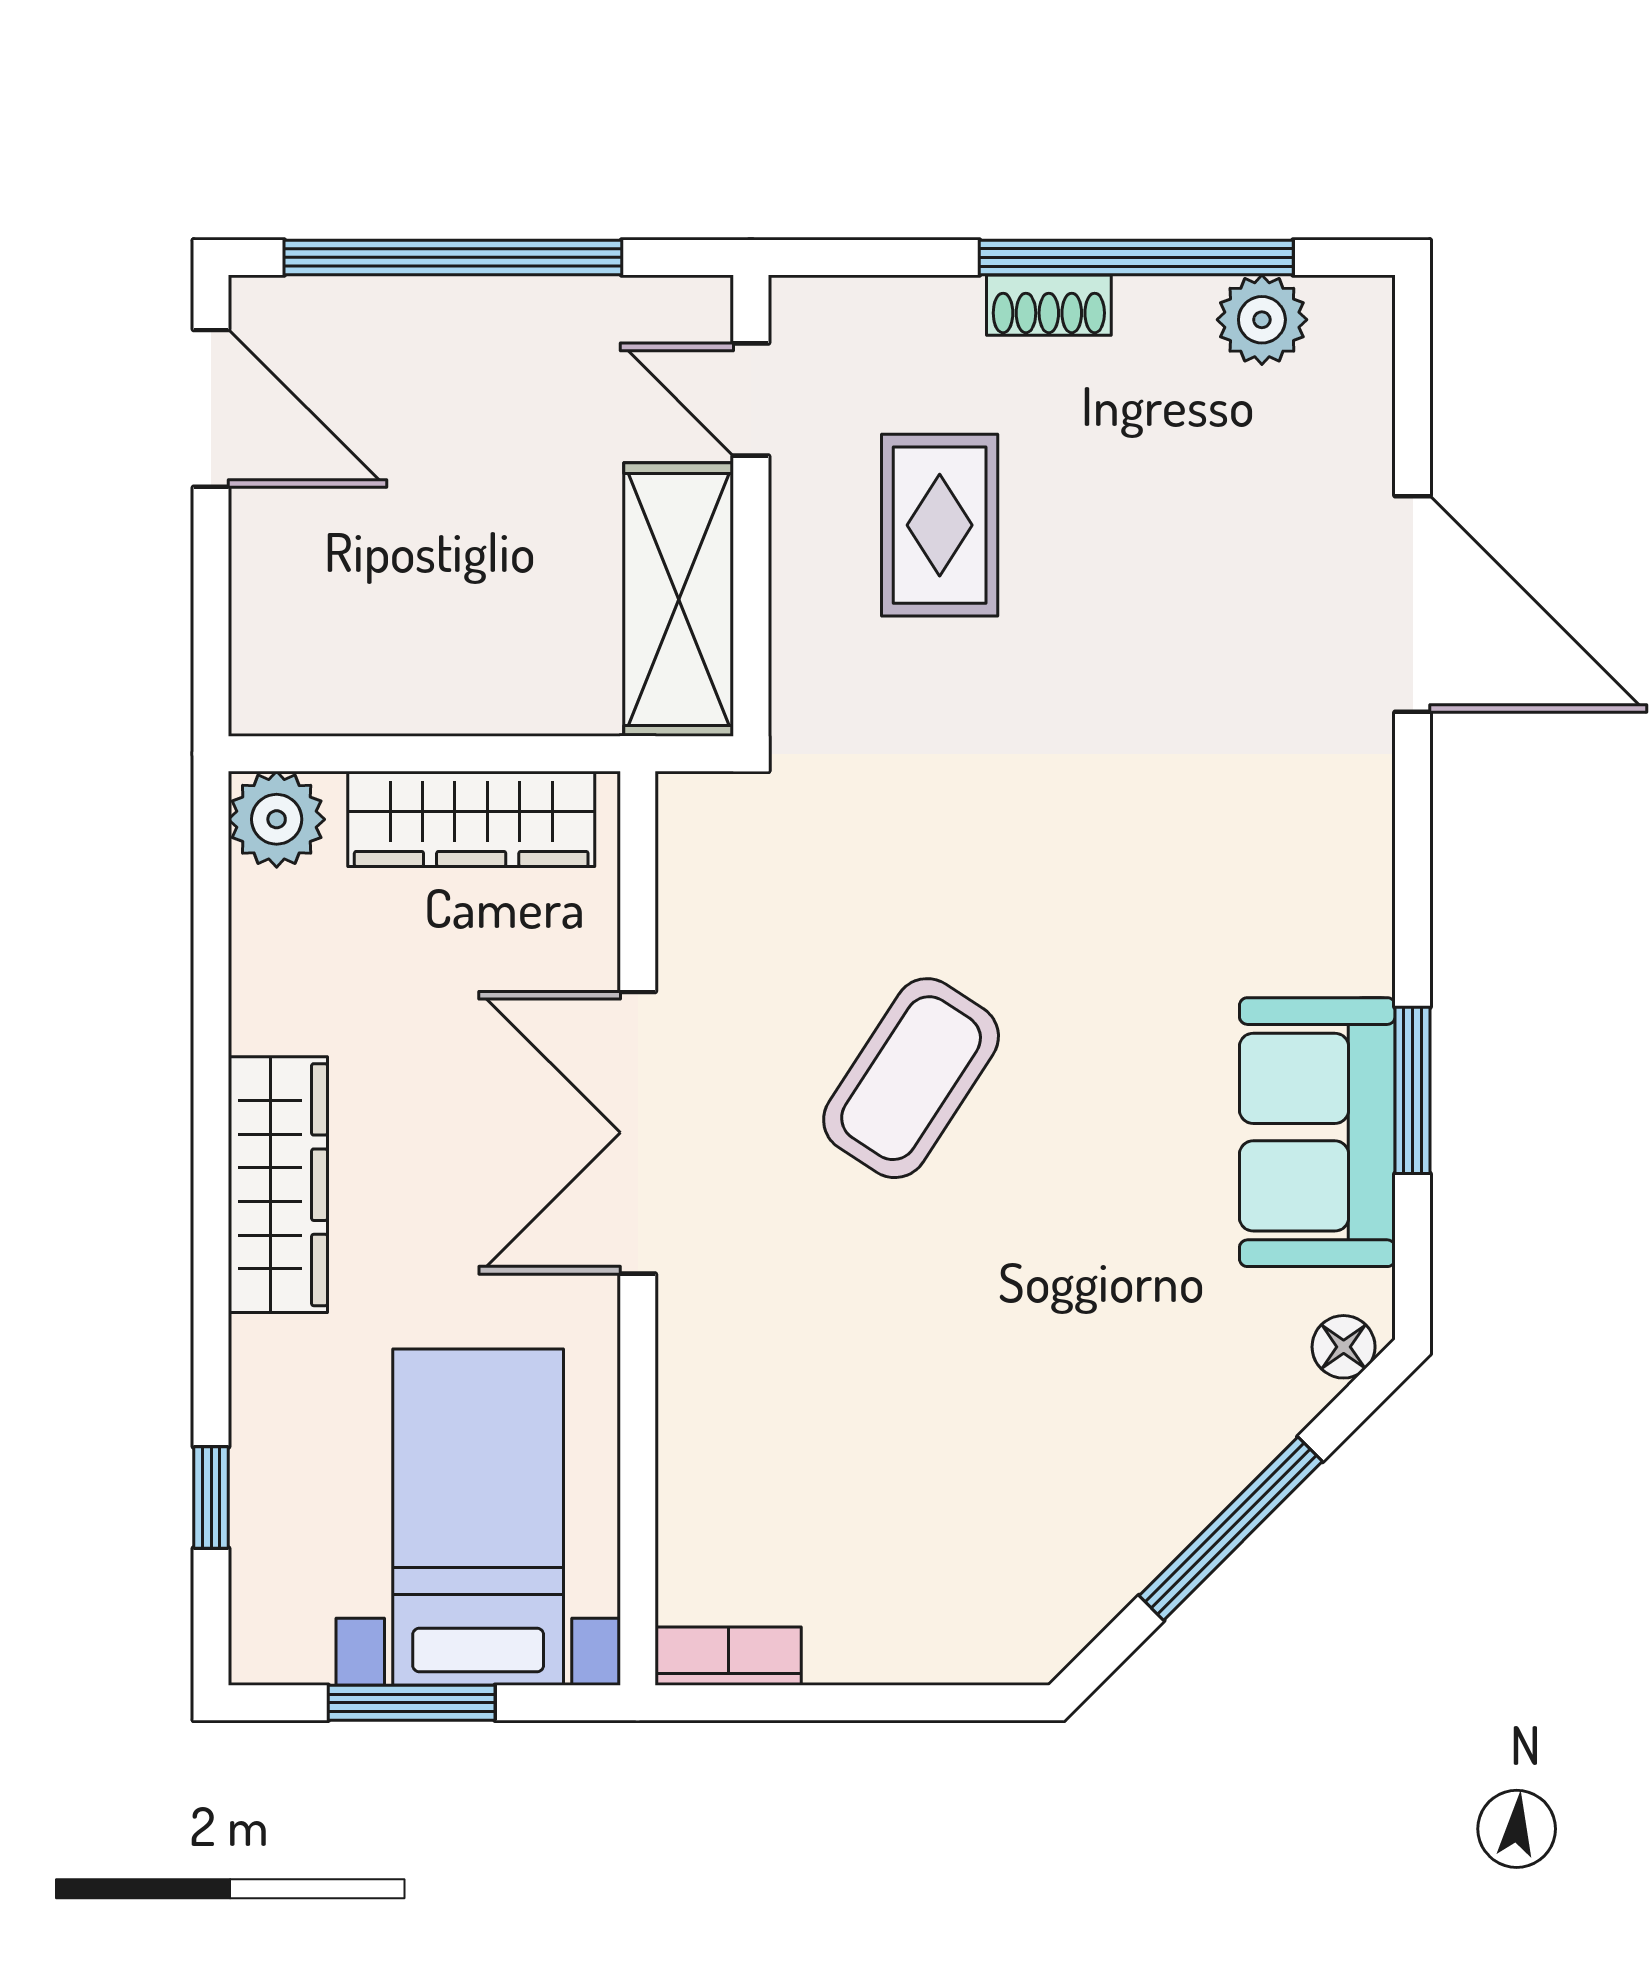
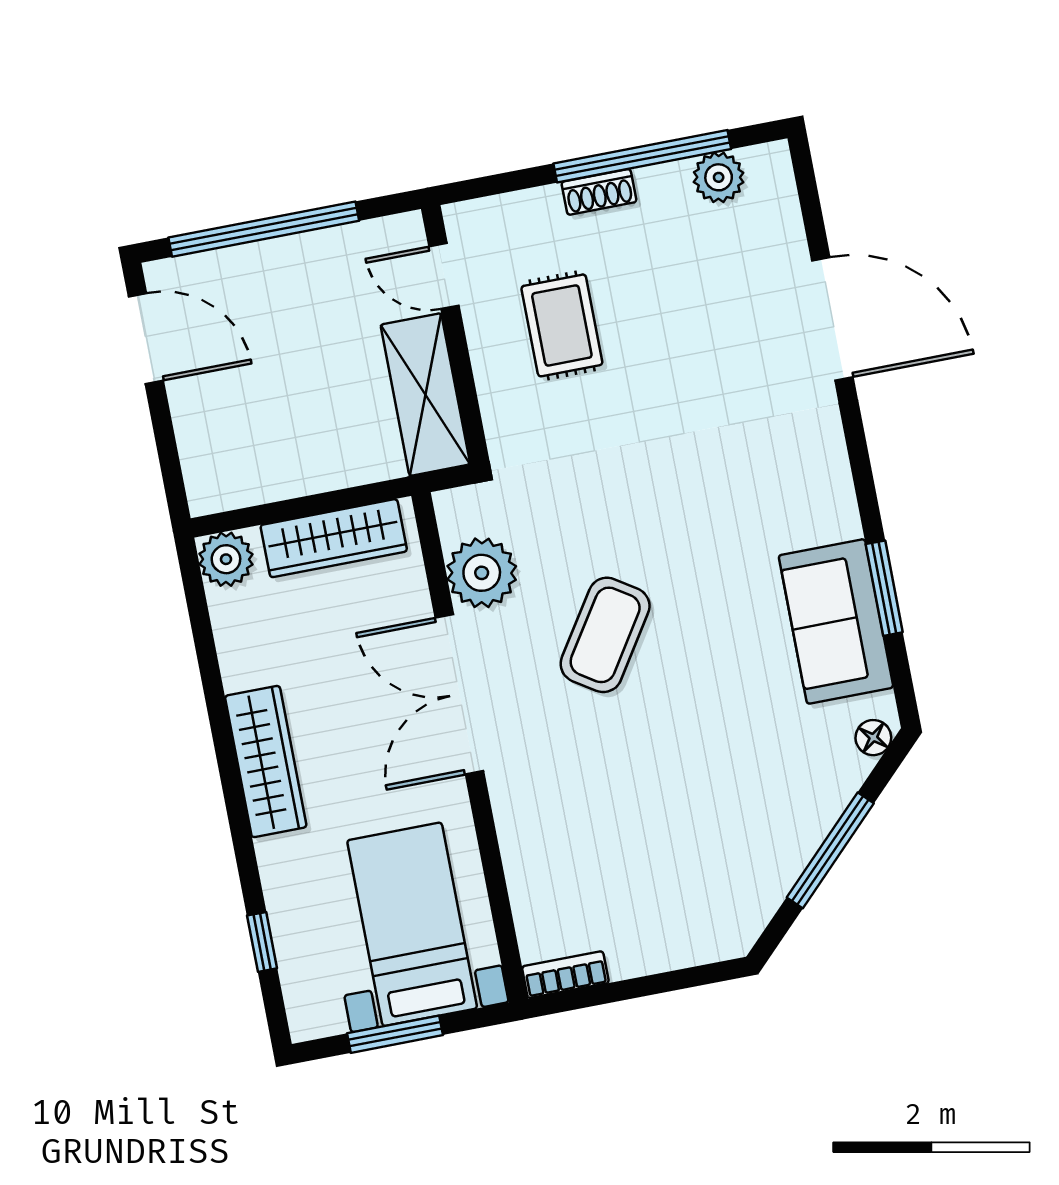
plant: (717, 929) -> (482, 573), added

